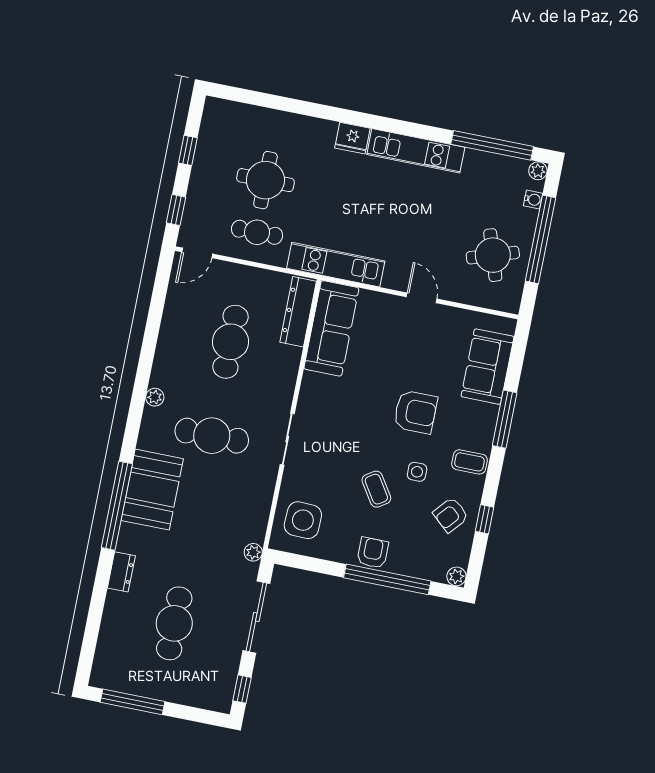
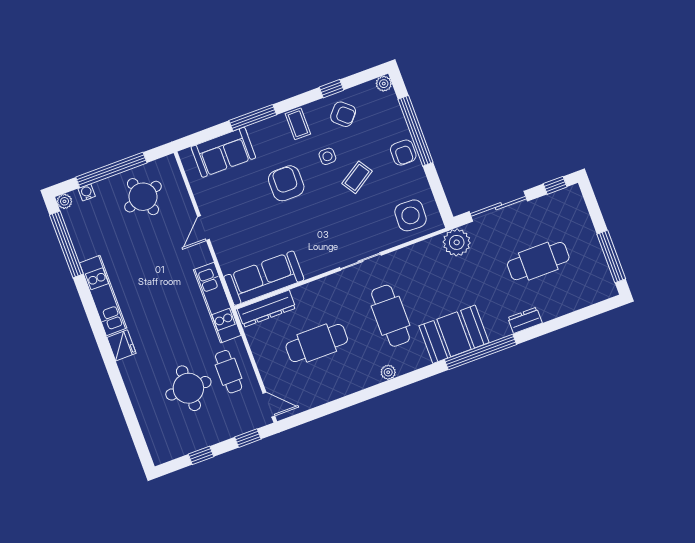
plant: (253, 552) -> (457, 242), width x1.87, depth x1.87
armchair: (373, 553) -> (403, 153), turned -90

